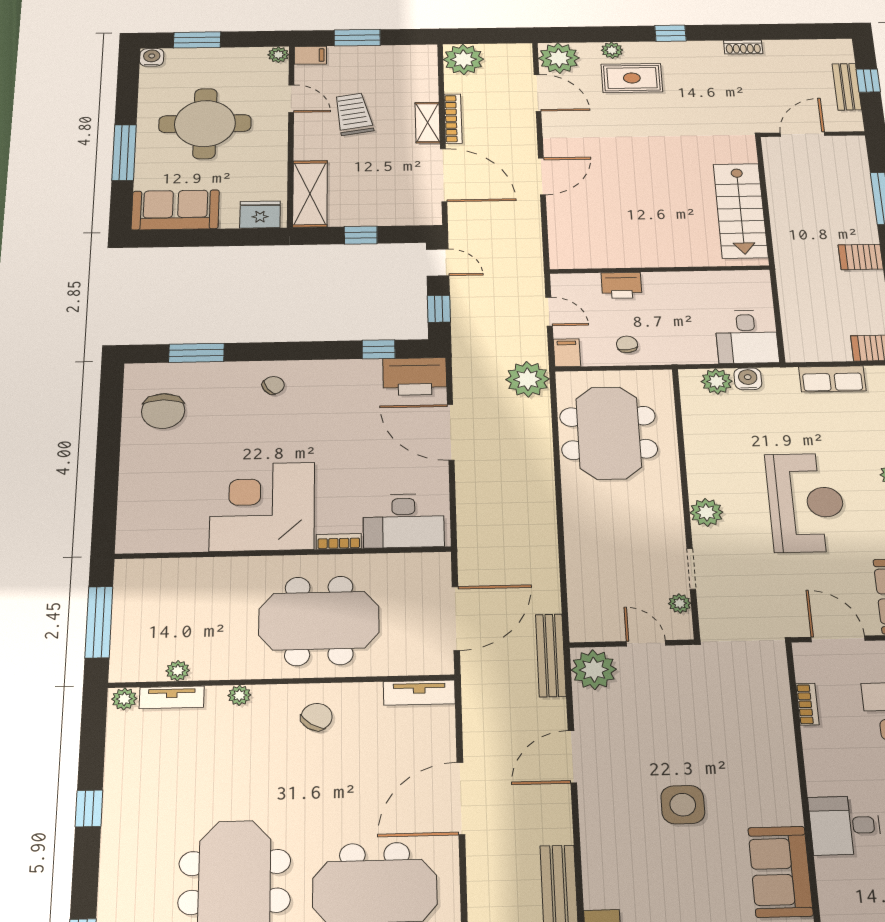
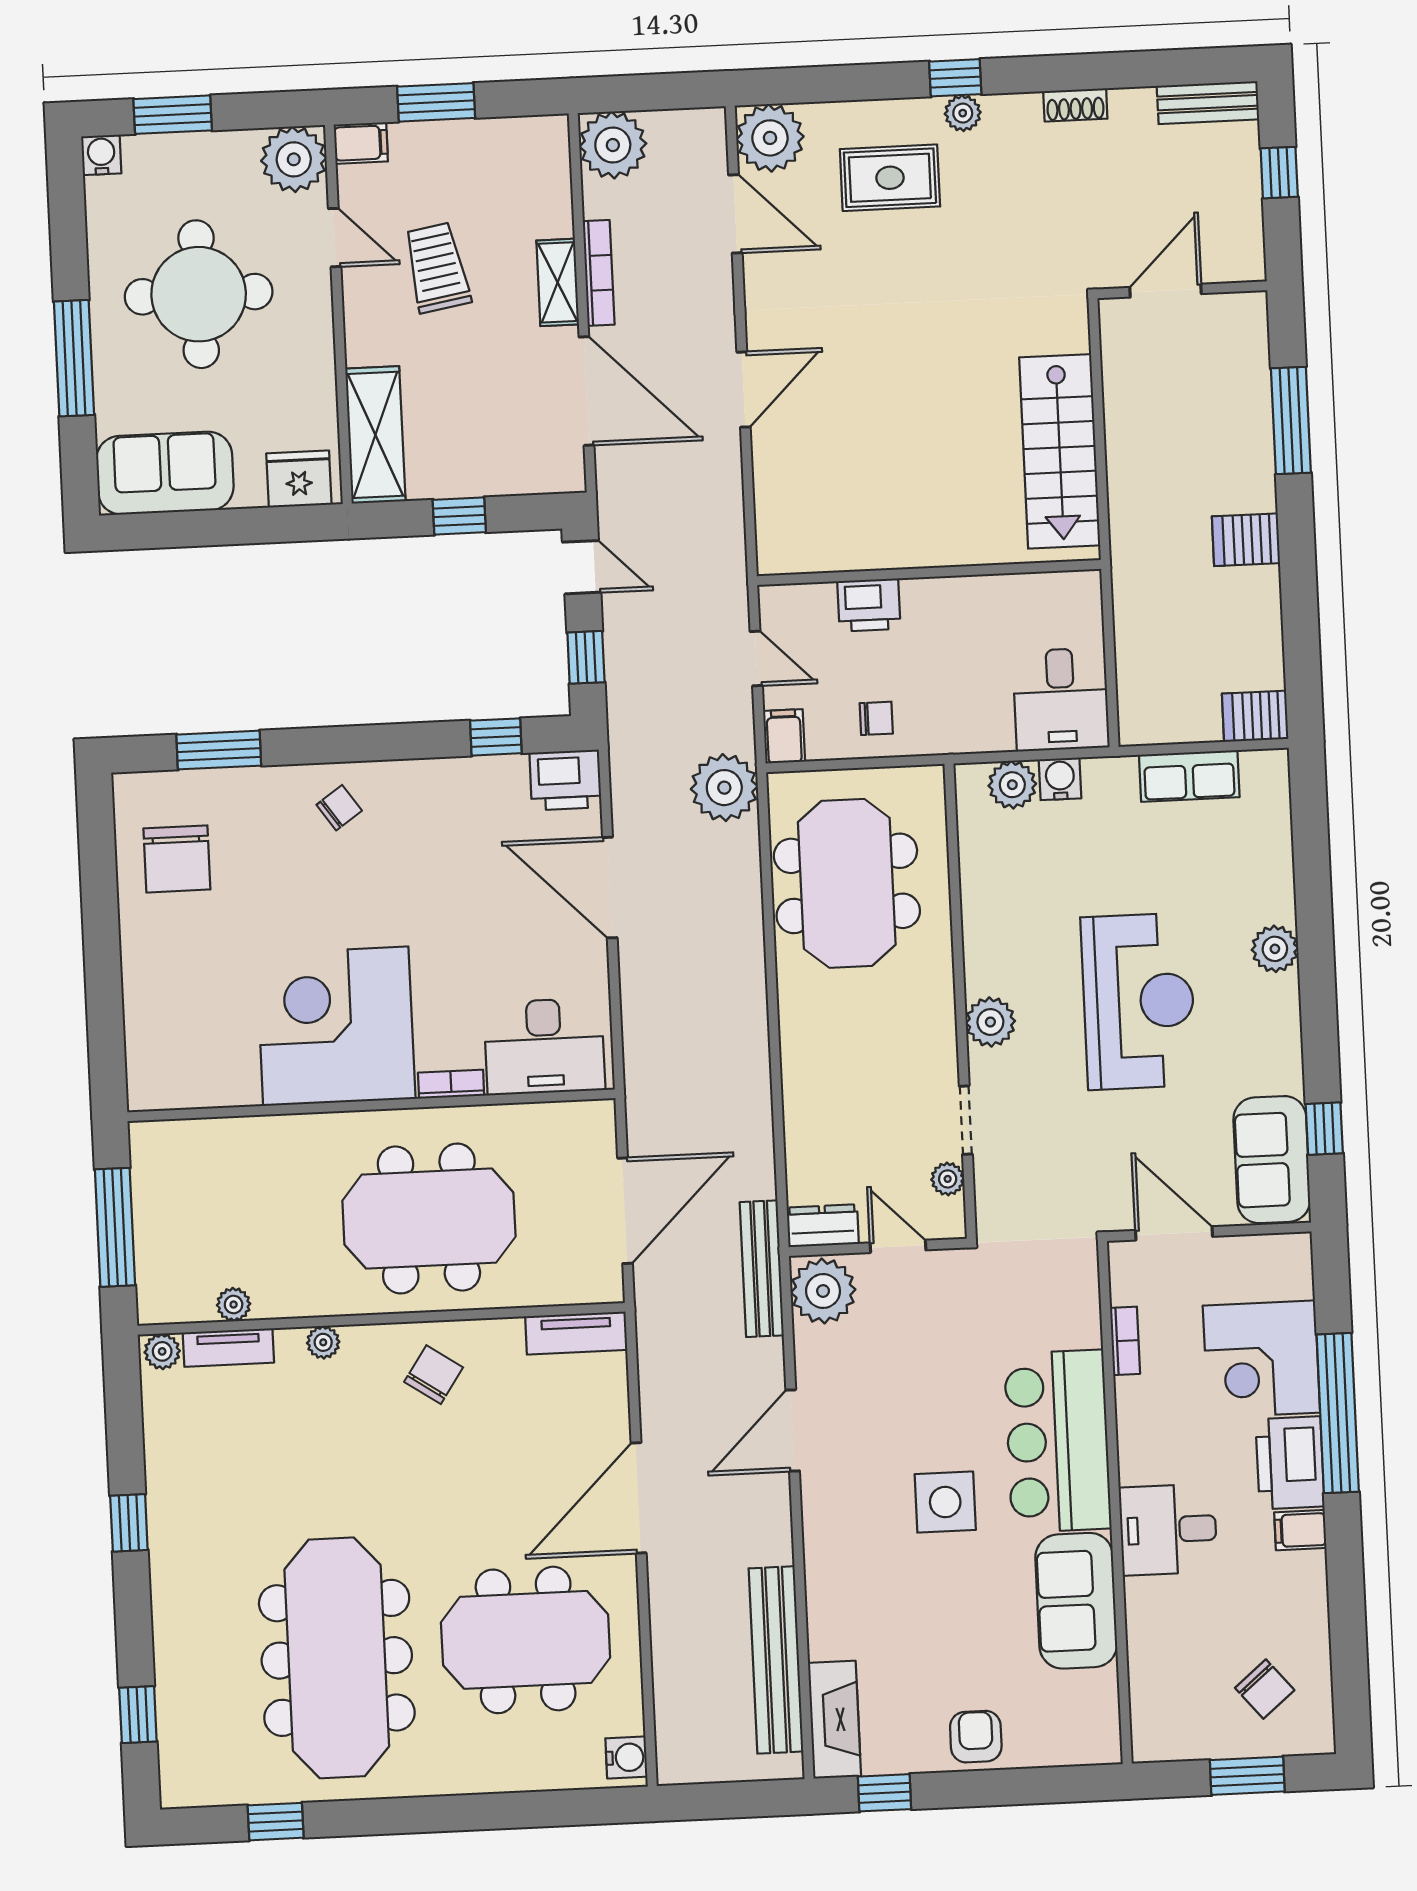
plant: (612, 50) -> (963, 113), moved
plant: (278, 55) -> (294, 159), width x1.87, depth x1.87
bench: (847, 87) -> (1208, 103), moved, turned 90
chair: (627, 344) -> (876, 718), turned 97
printer: (415, 376) -> (565, 780), width x0.73, depth x0.84
dresser: (593, 630) -> (823, 1226), added
bar counter: (763, 767) -> (1058, 1441), added

